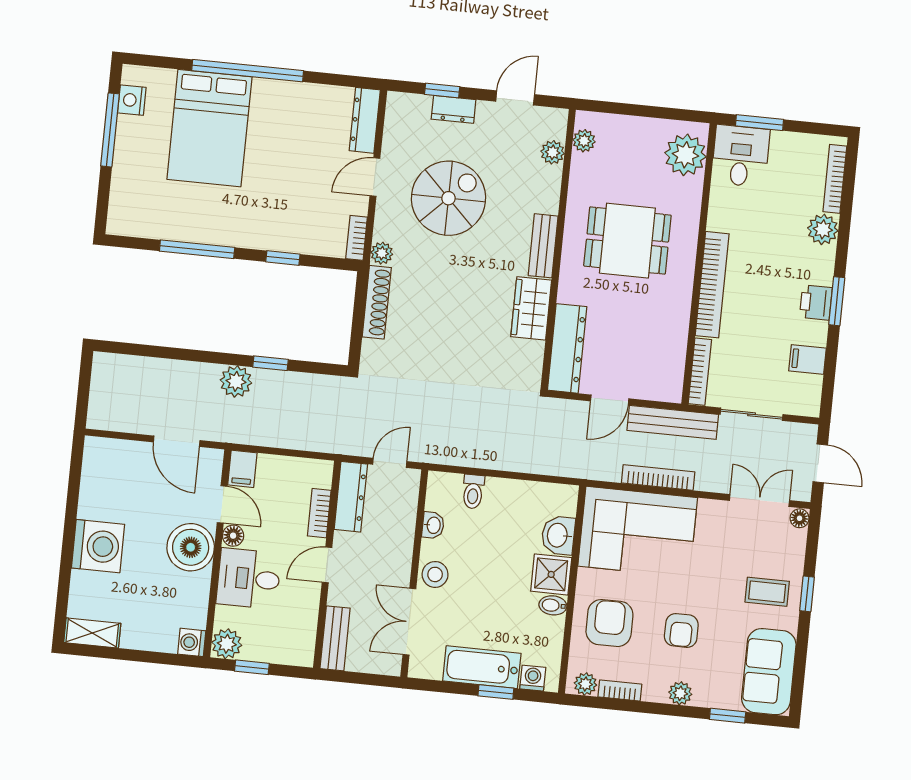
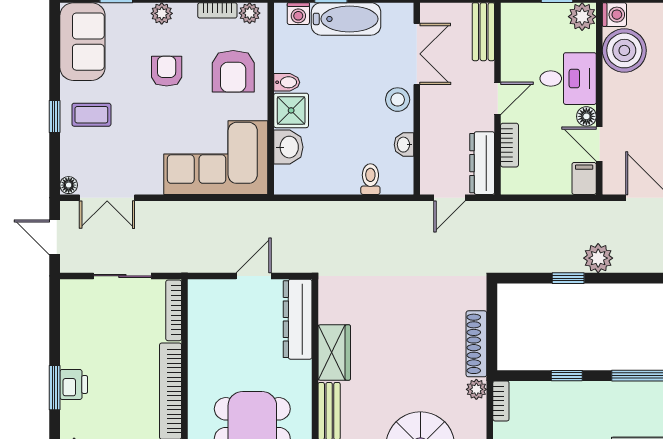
filing cabinet: (807, 359) -> (76, 331), removed
bench: (673, 422) -> (194, 261), removed
bookcase: (658, 477) -> (202, 209), removed
boiler: (191, 547) -> (624, 50), moved

